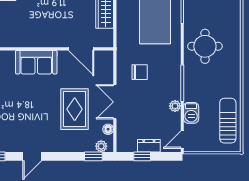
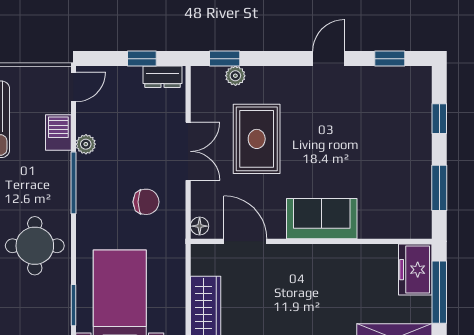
chair: (140, 72) -> (146, 202), turned 180
floor lamp: (108, 129) -> (200, 226), moved
plant: (101, 146) -> (235, 76), moved
dresser: (149, 146) -> (162, 77), moved

